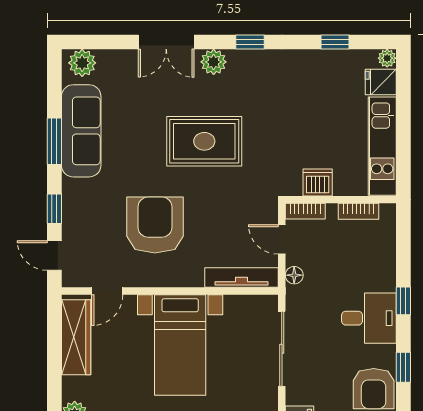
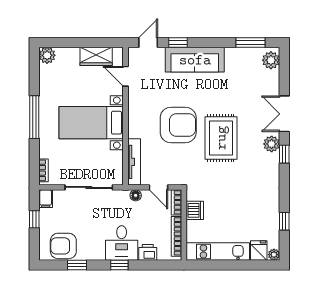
window: (250, 42) -> (284, 154), moved
sofa: (81, 131) -> (195, 60), moved
window: (54, 141) -> (251, 42), moved
bookcase: (358, 211) -> (176, 236), width x1.56
armchair: (155, 225) -> (178, 125), moved
door: (282, 239) -> (158, 187), swing flipped
printer: (384, 256) -> (148, 252), added
desk: (369, 318) -> (122, 243), moved
wardrobe: (76, 337) -> (96, 56), width x0.67

